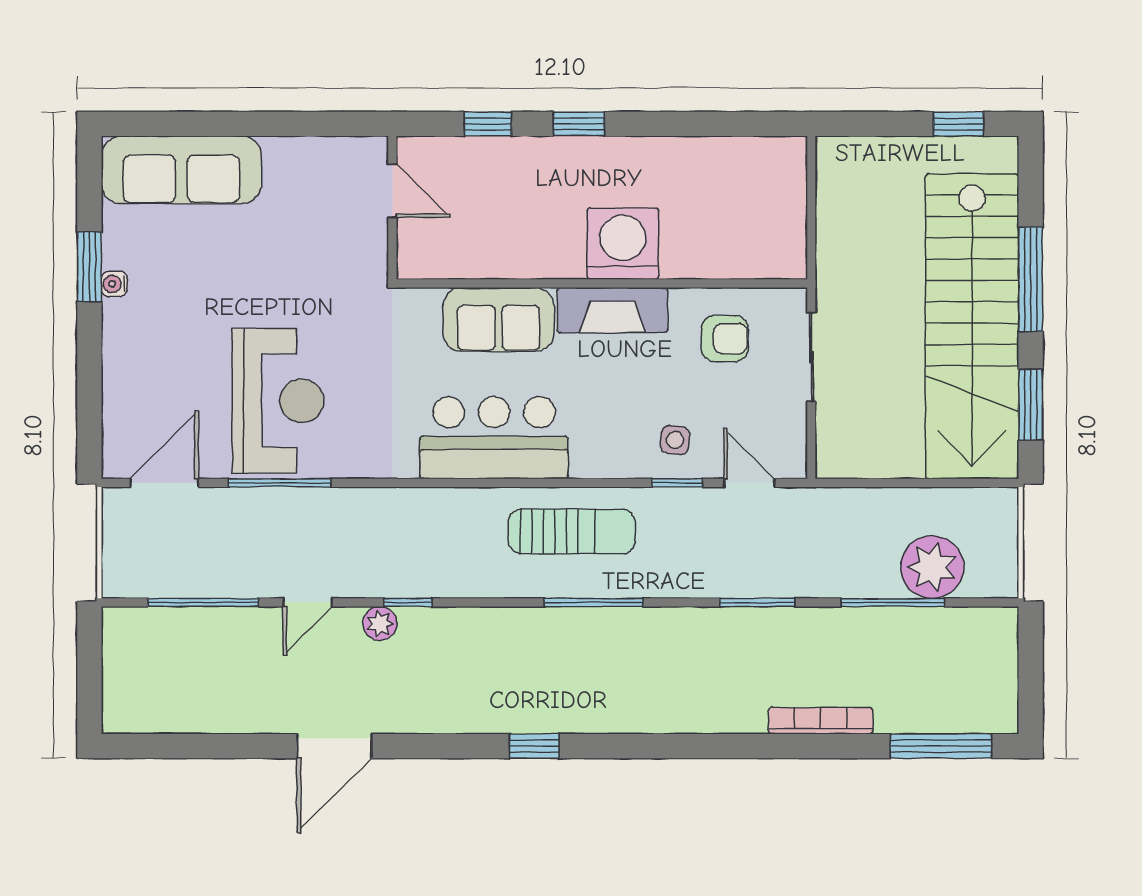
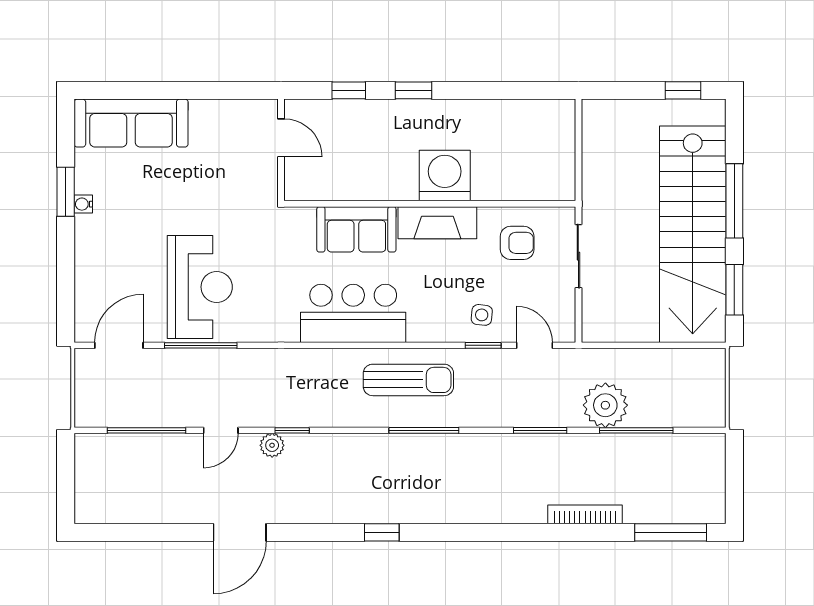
plant: (932, 567) -> (605, 405), moved

